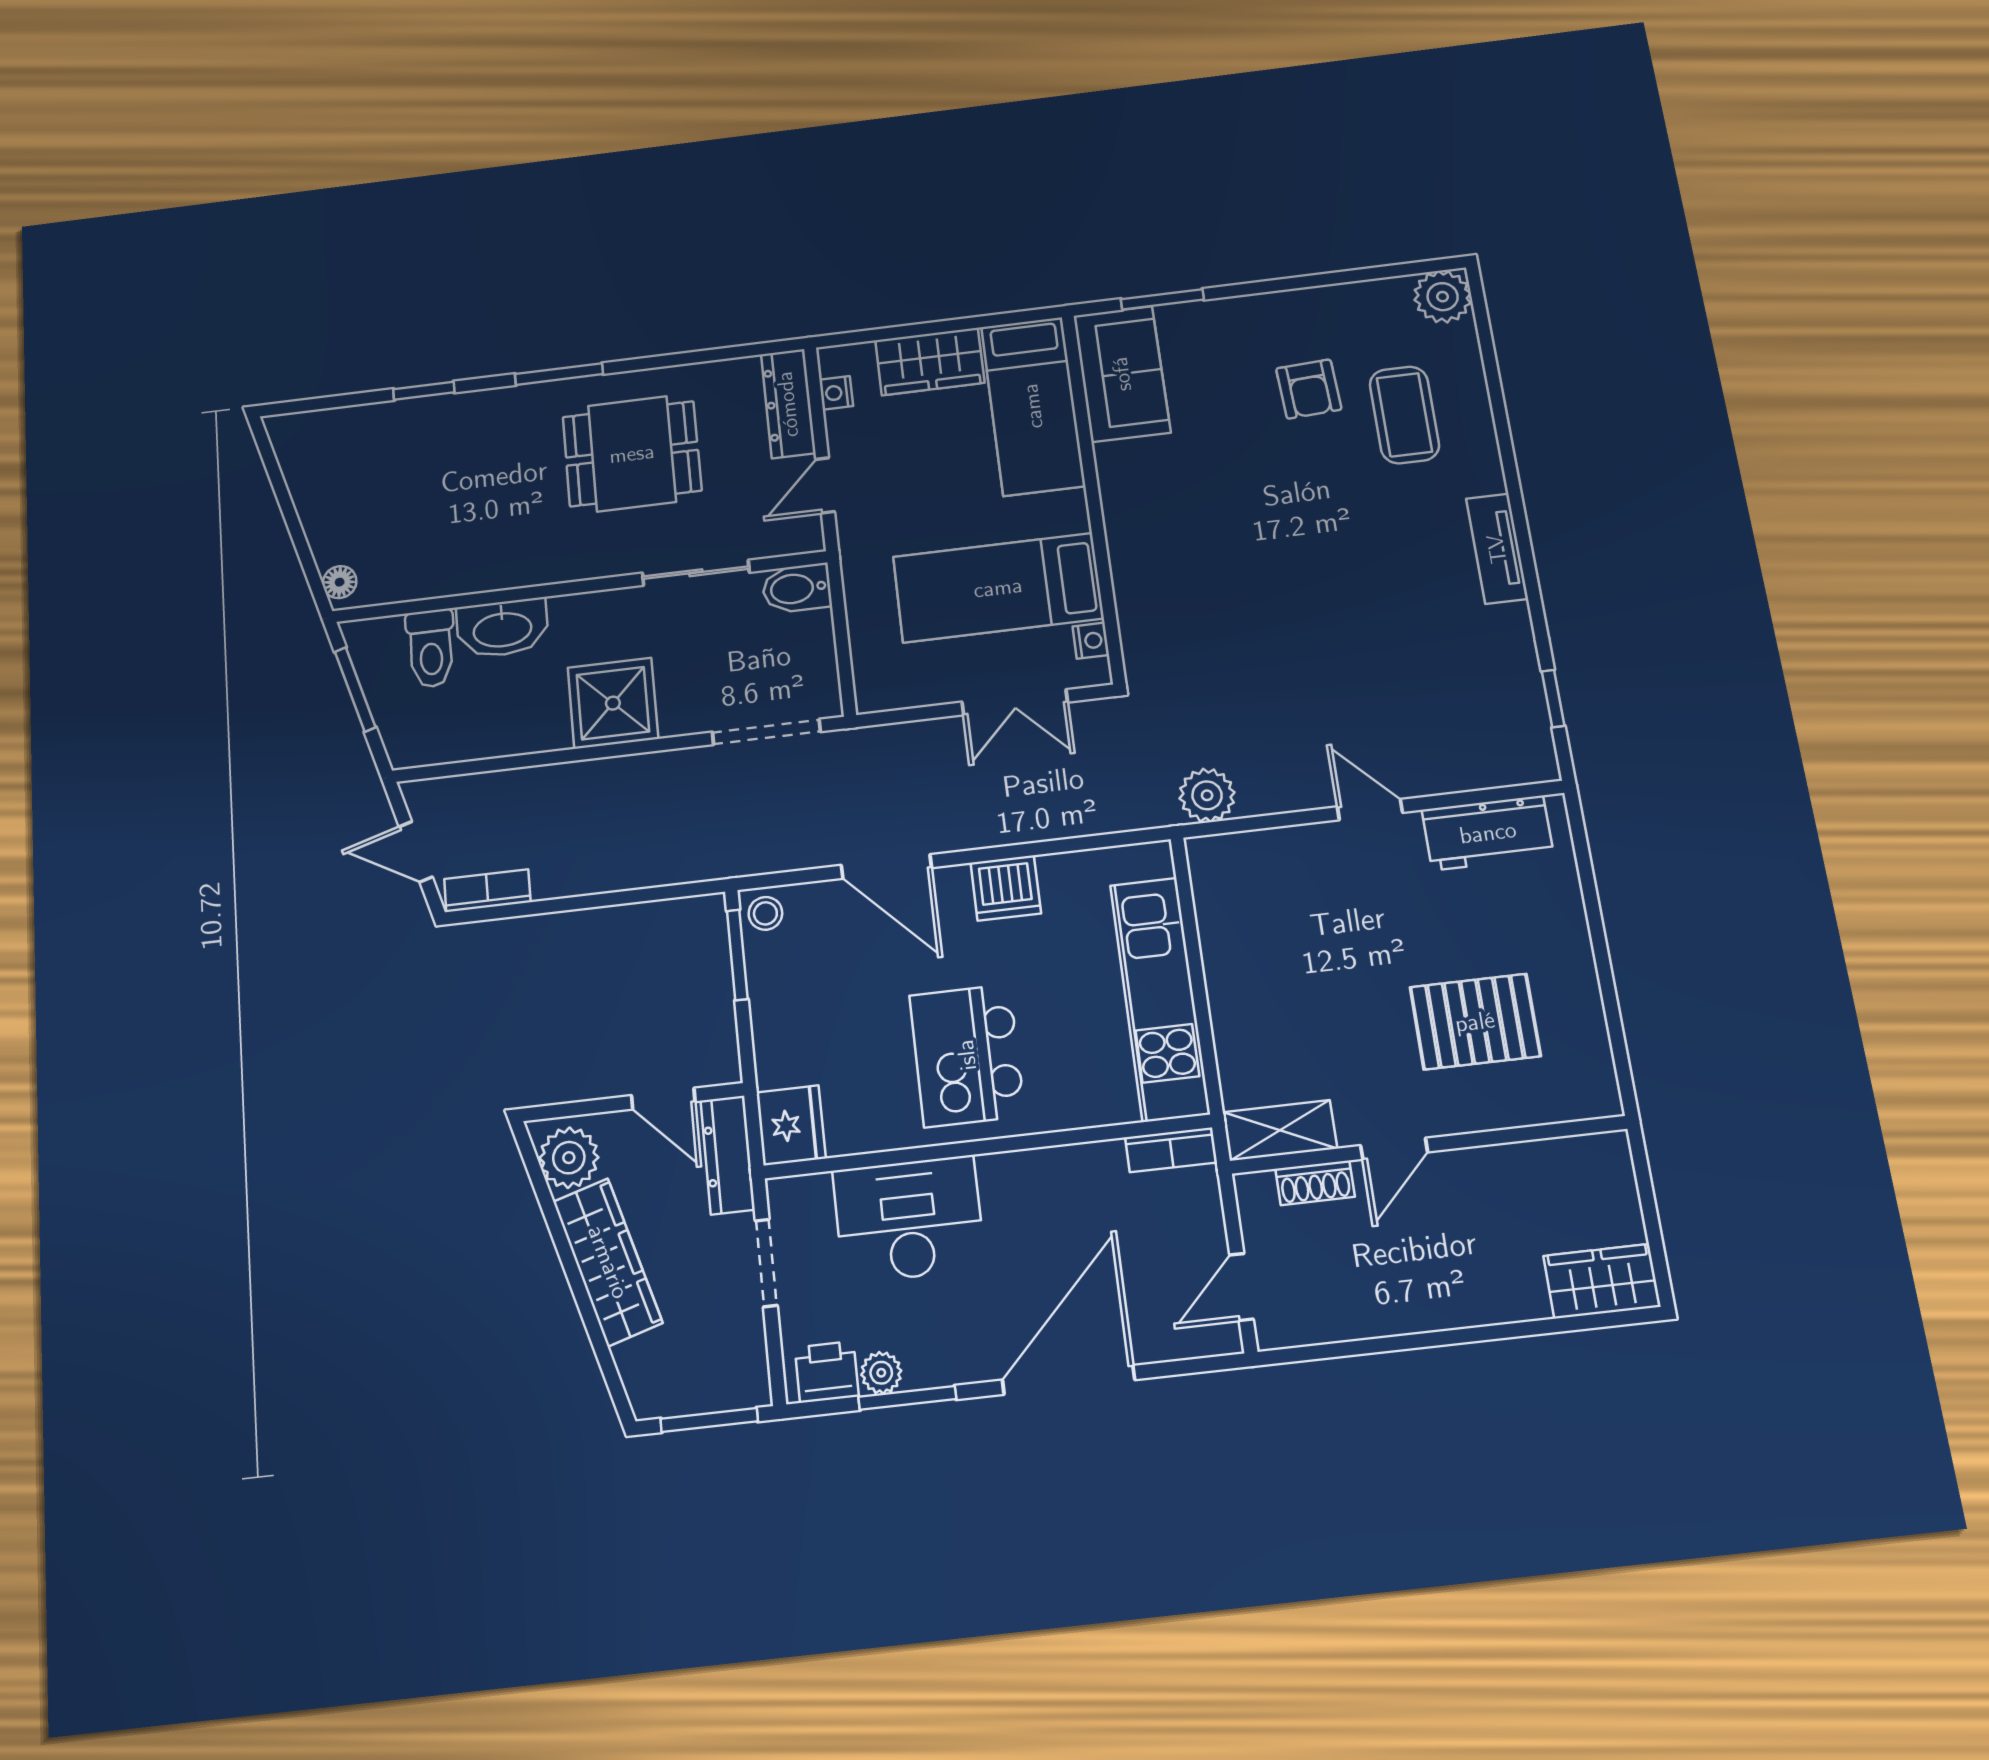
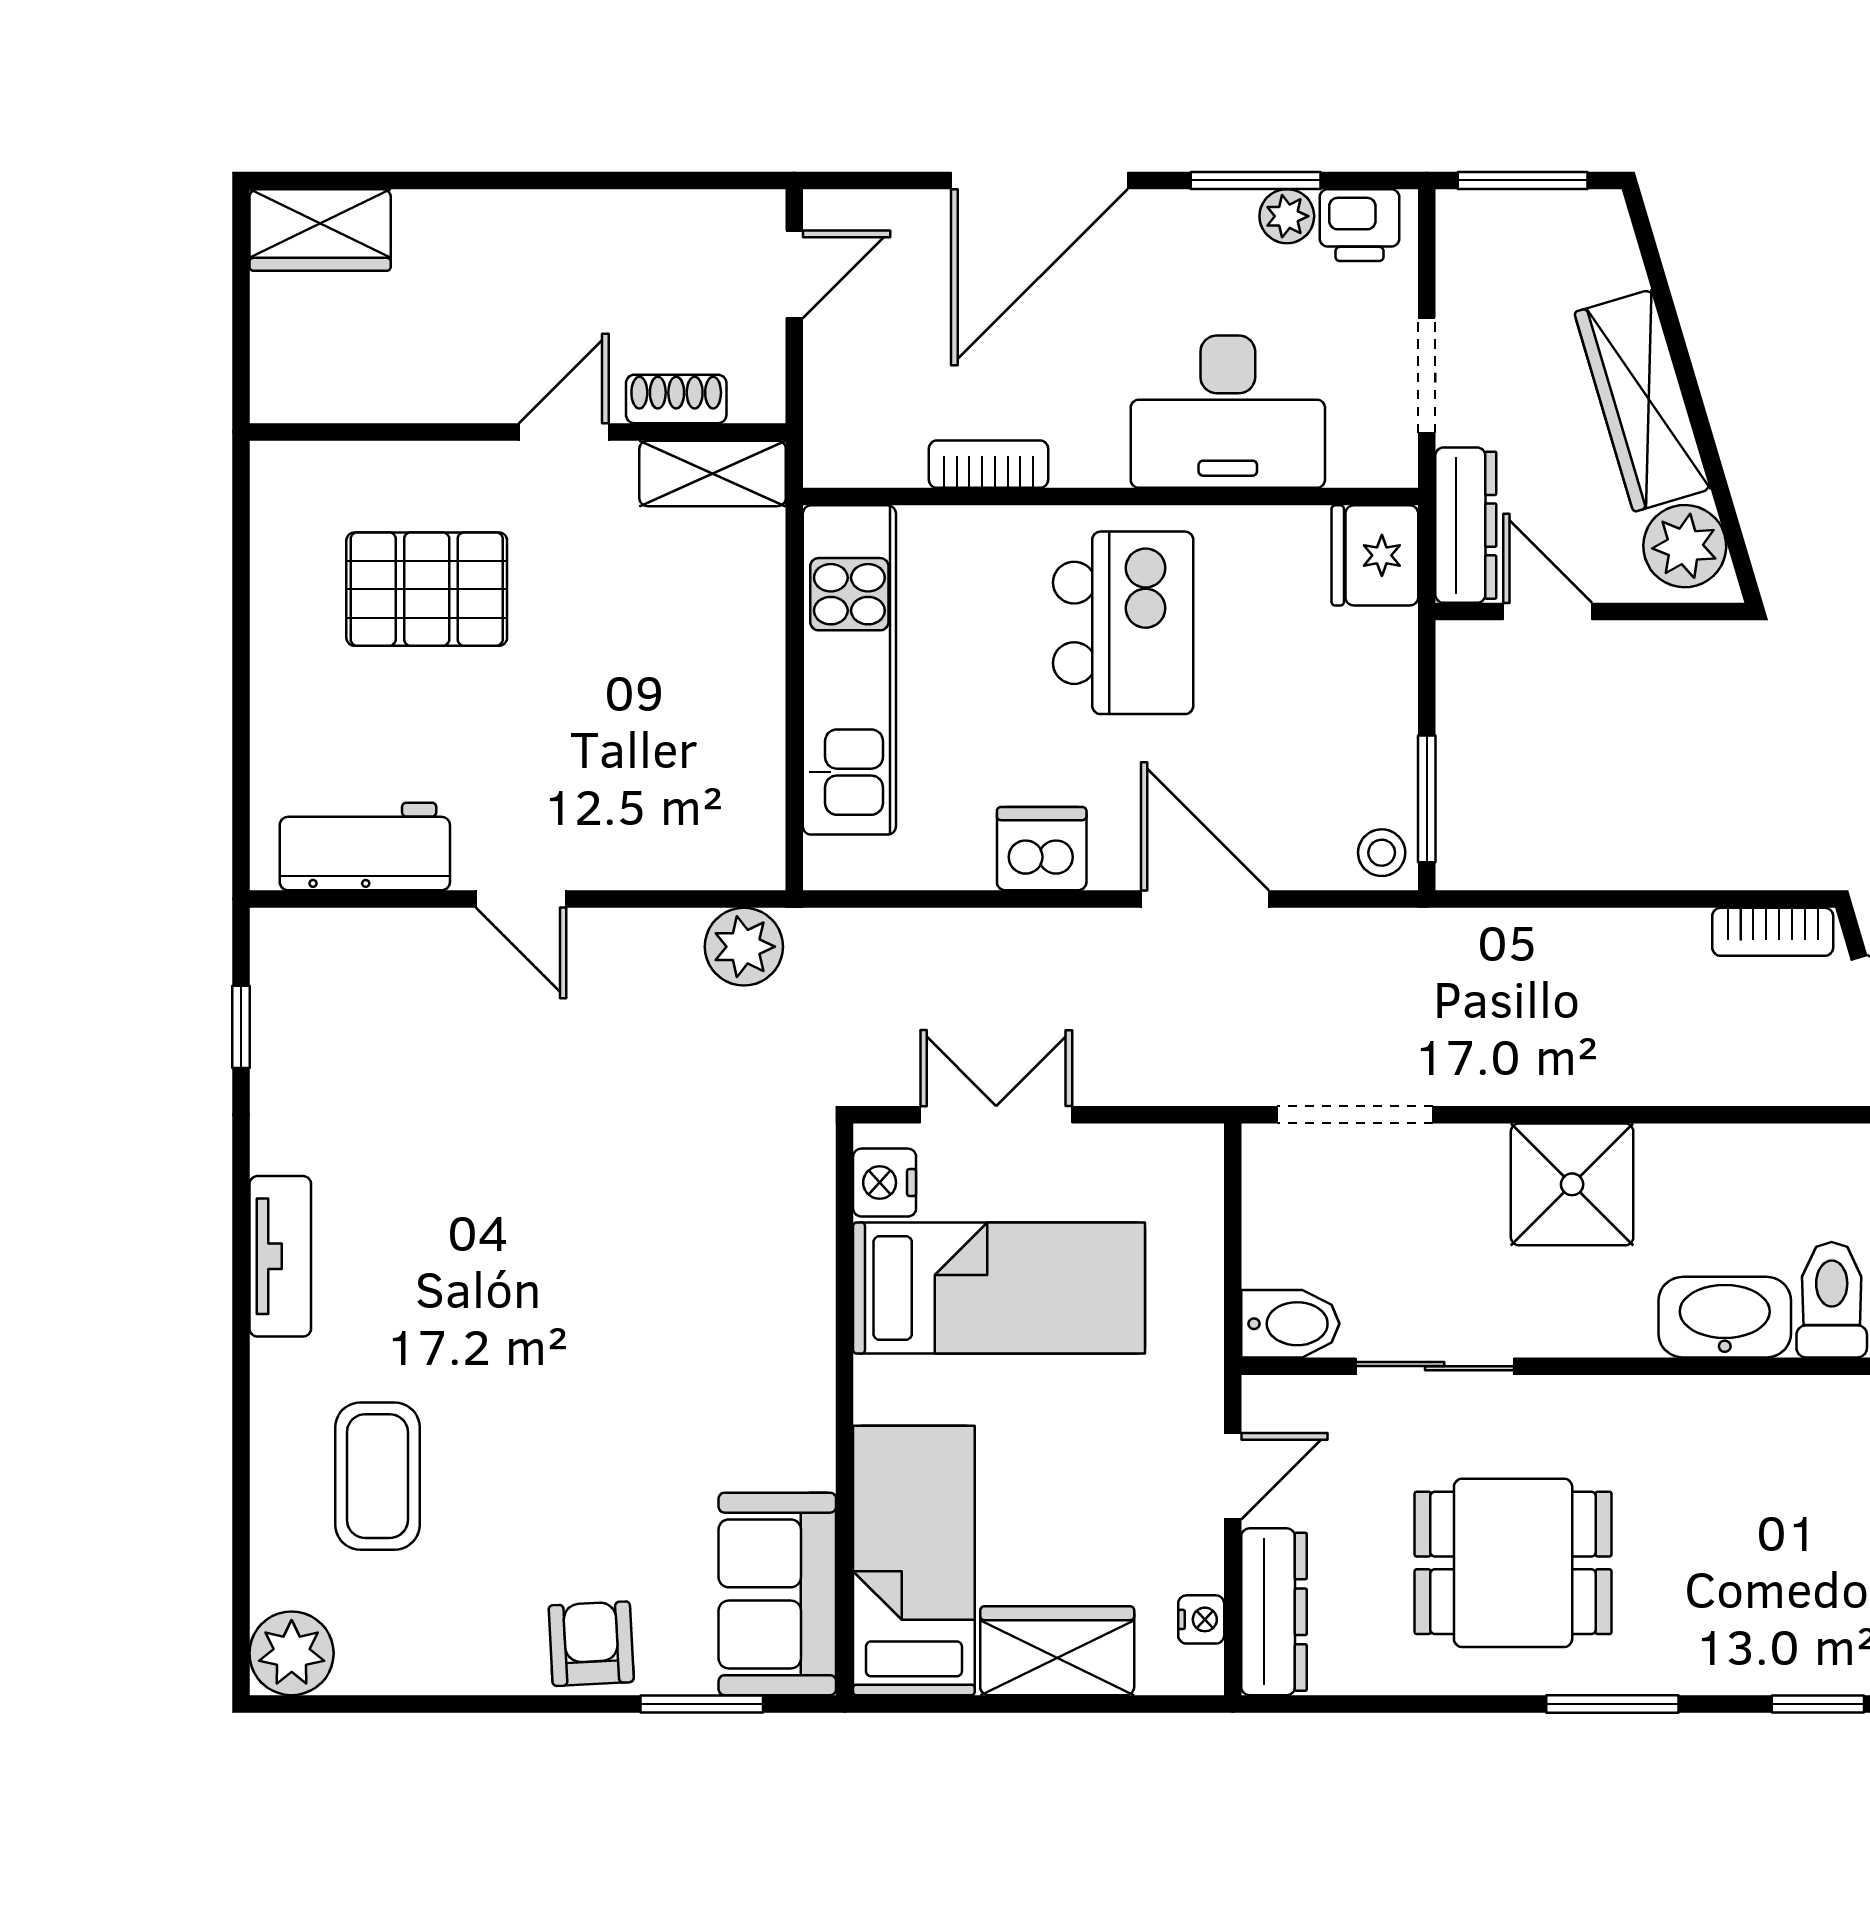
armchair: (1309, 389) -> (591, 1644), moved
nightstand: (1091, 641) -> (885, 1183), width x1.39, depth x1.35
bookcase: (1171, 1150) -> (988, 464), moved

